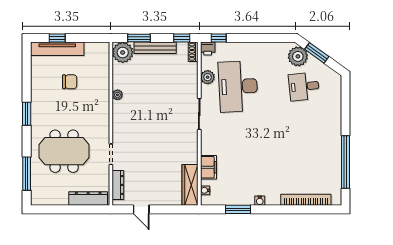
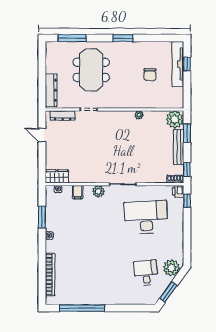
window: (317, 53) -> (168, 292), moved
plant: (208, 77) -> (98, 191), moved
filing cabinet: (208, 167) -> (78, 192), width x0.50
wardrobe: (190, 185) -> (57, 176), width x0.67
door: (141, 209) -> (42, 135), hinge flipped

